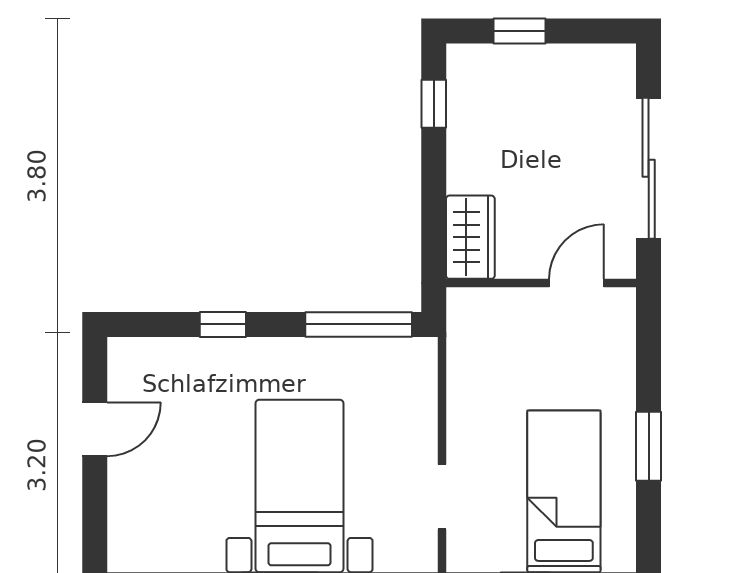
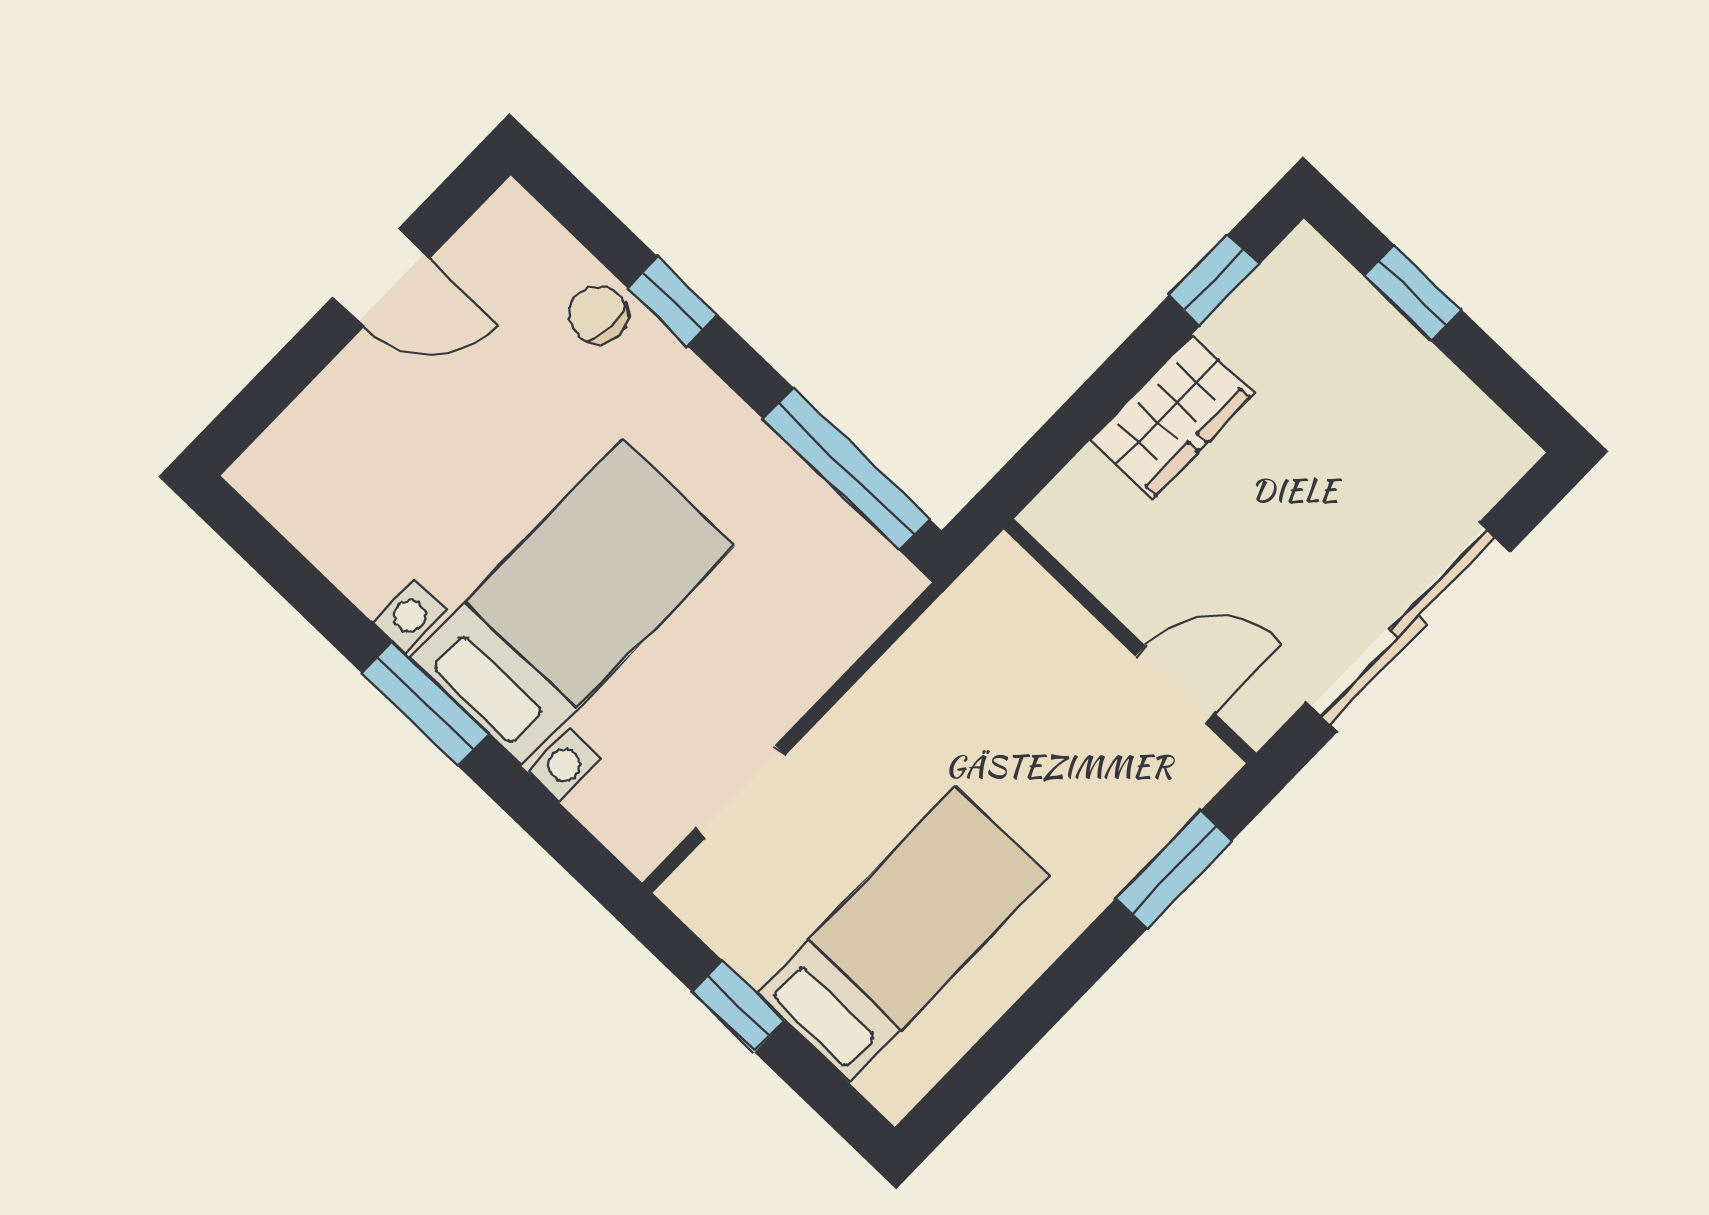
wardrobe: (470, 237) -> (1172, 417), moved
chair: (197, 359) -> (598, 315), added
window: (649, 446) -> (1174, 870), moved

